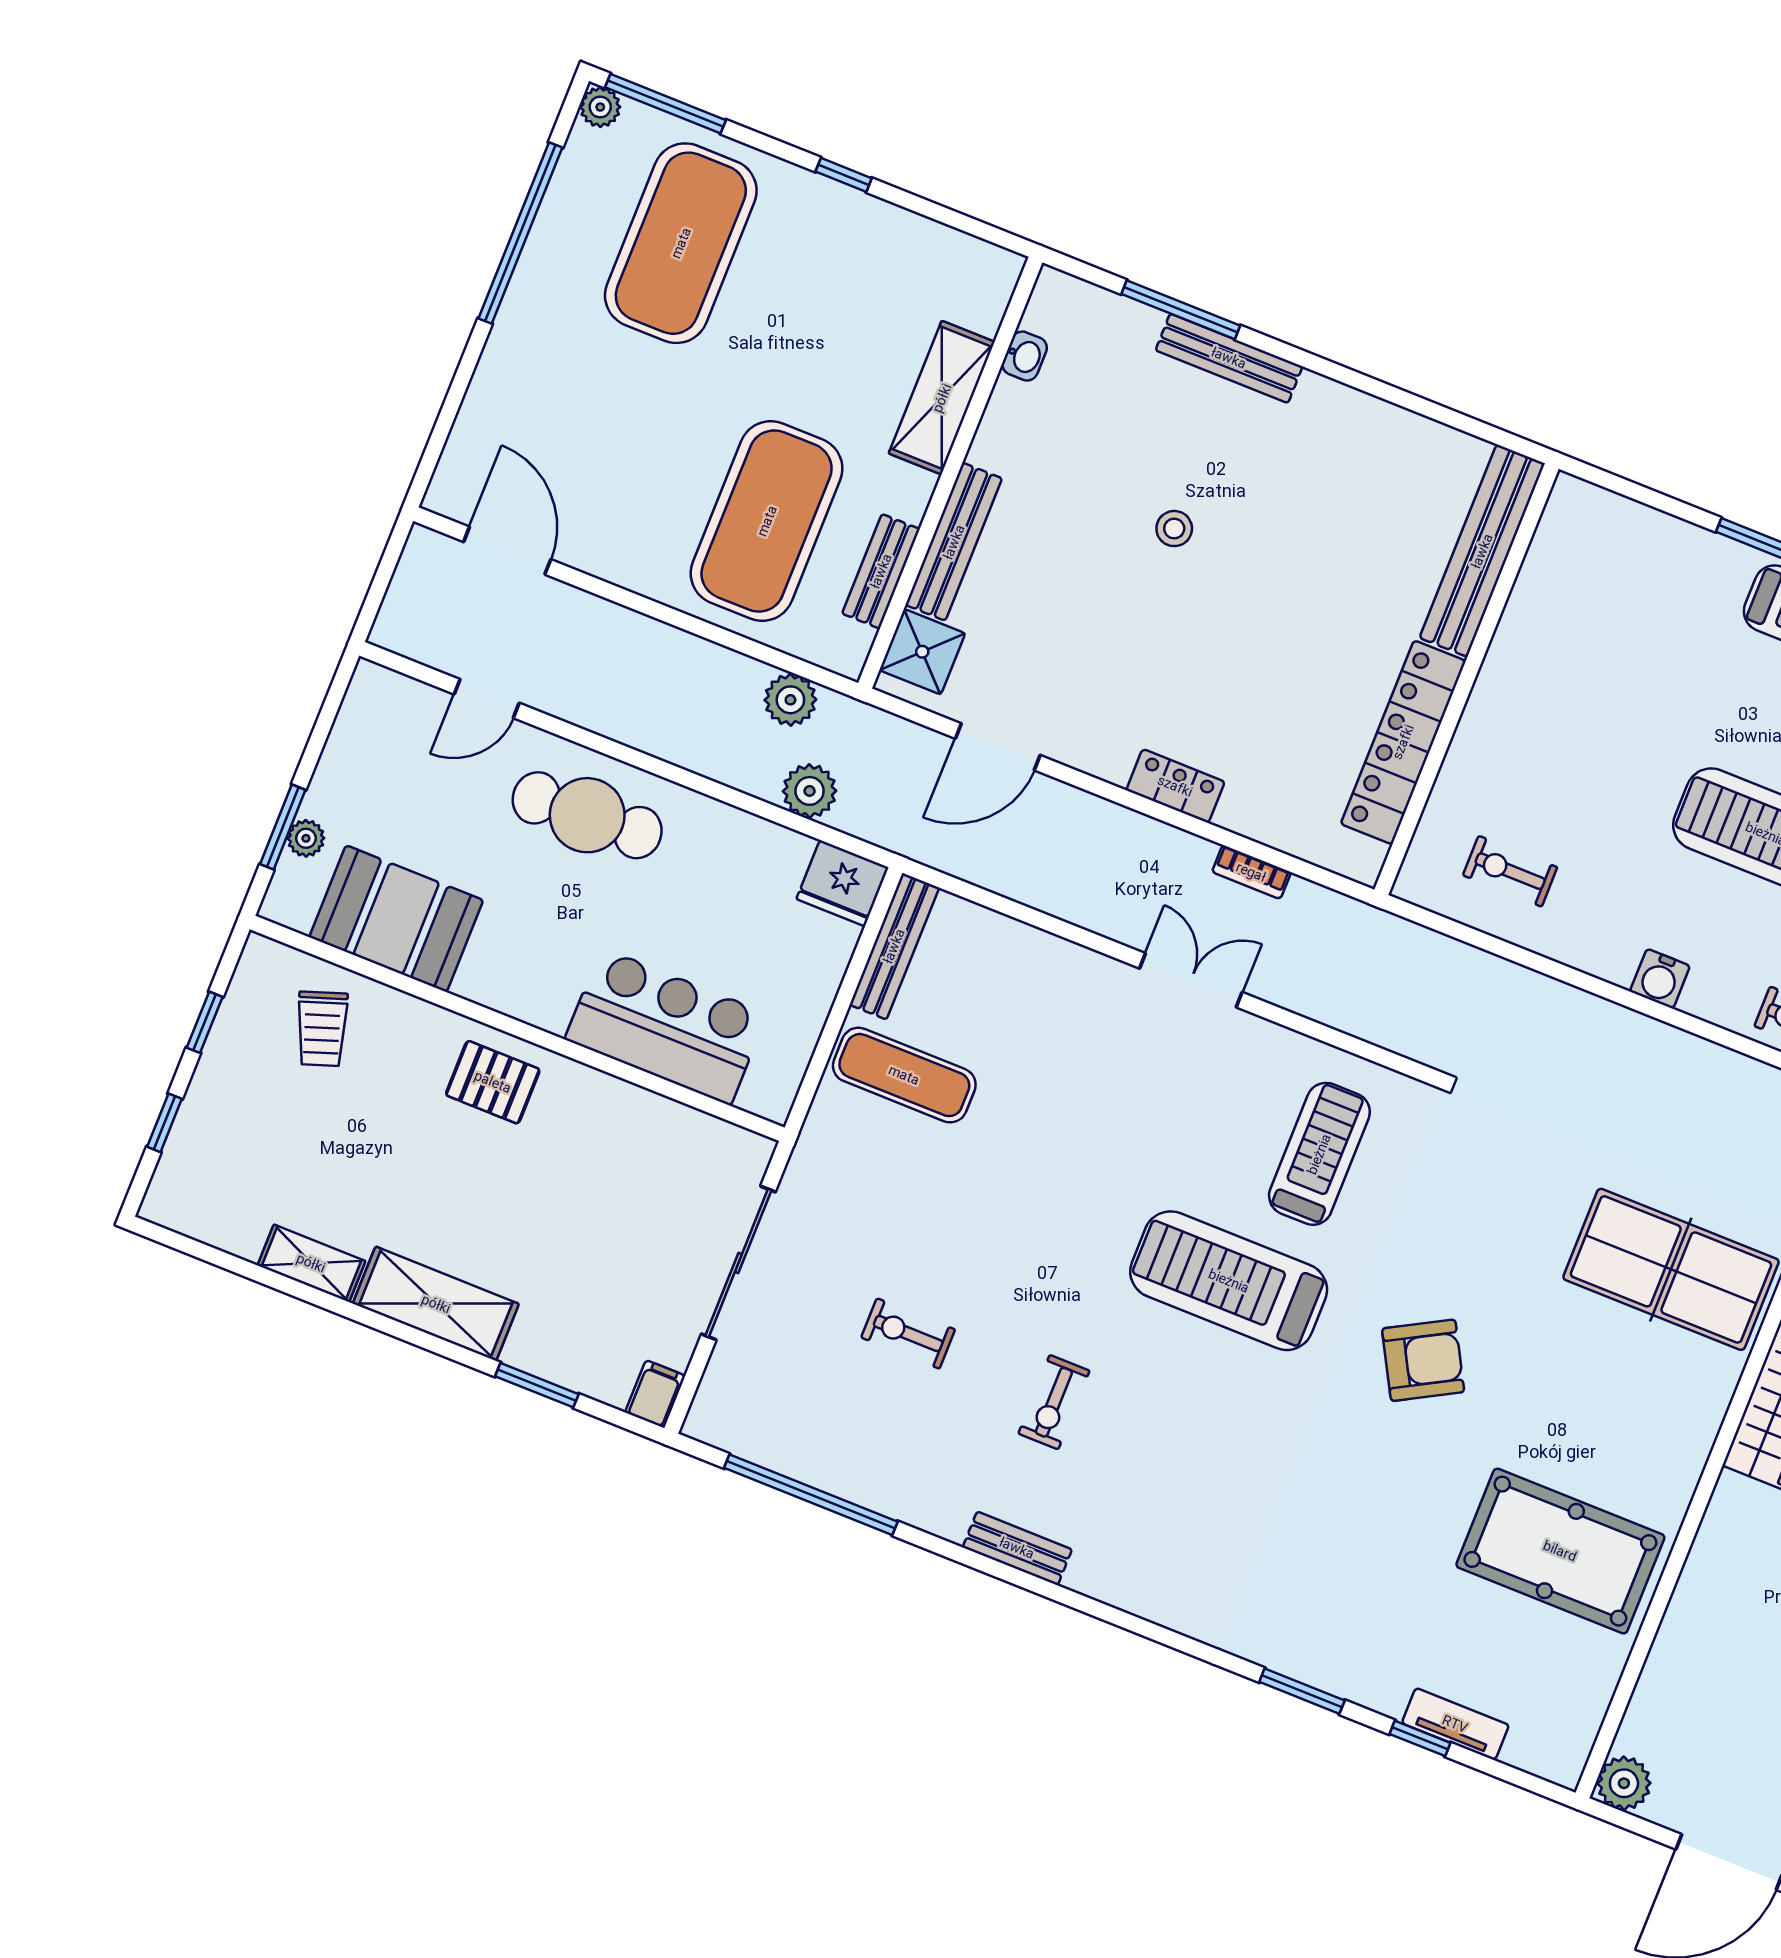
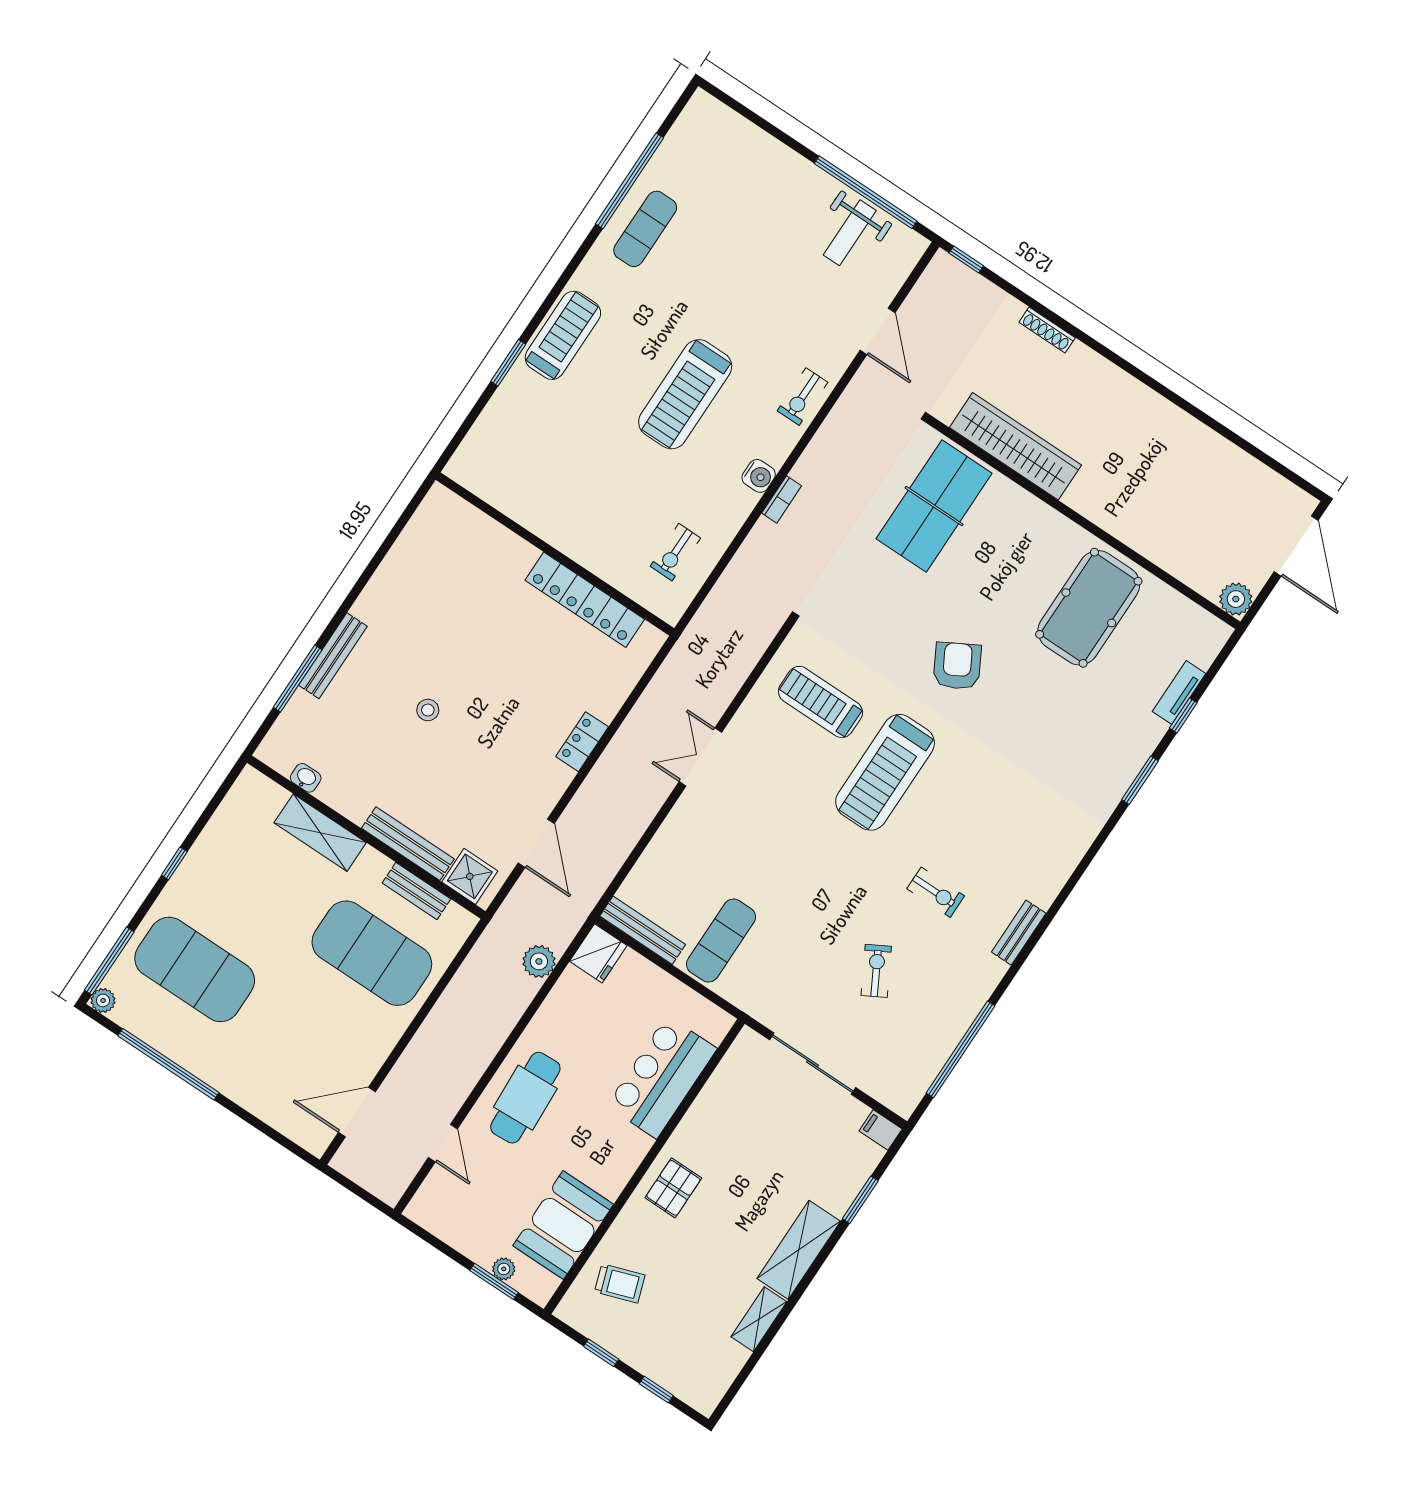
bench: (1482, 551) -> (480, 528), removed
plant: (790, 700) -> (482, 961), removed
bookcase: (1251, 872) -> (782, 499), moved
exercise bike: (908, 1334) -> (876, 971), turned 151

